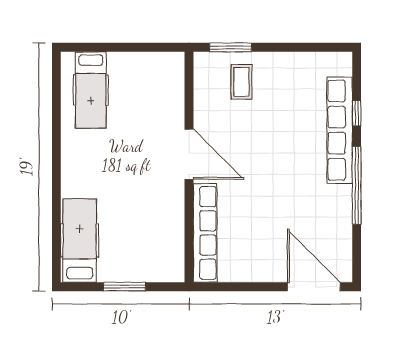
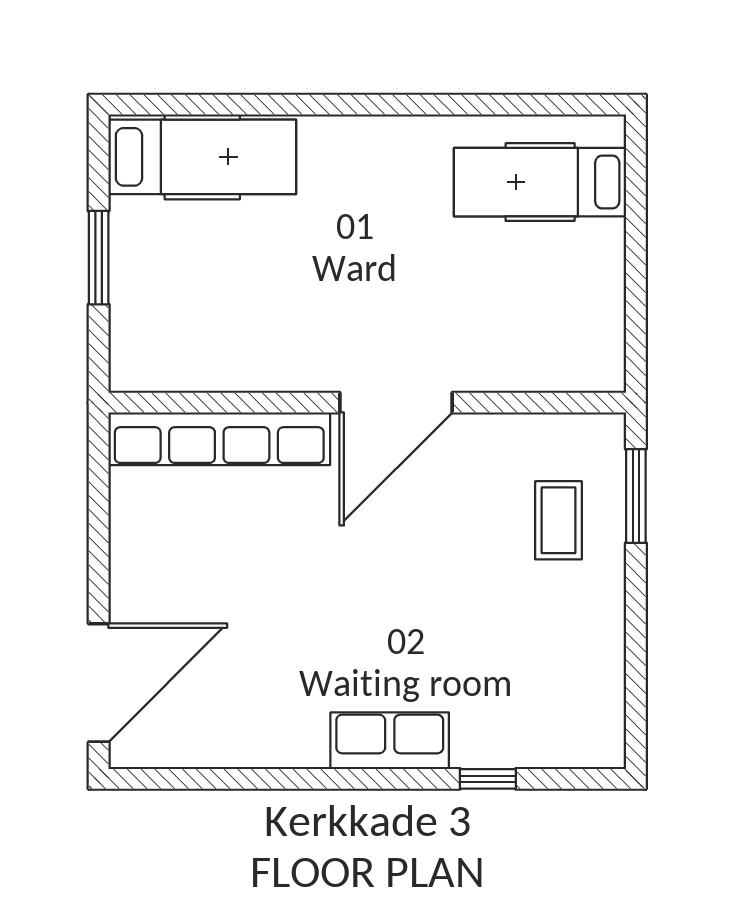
coffee table: (241, 82) -> (558, 520), turned 90
row of seats: (340, 130) -> (390, 741), width x0.50
window: (357, 185) -> (326, 779), removed

